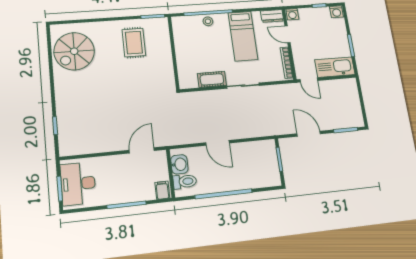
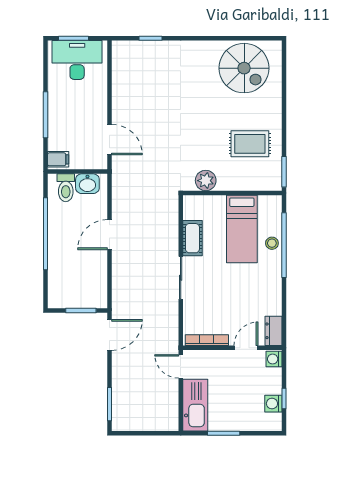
washing machine: (336, 12) -> (273, 404), moved
bed: (243, 36) -> (242, 229), moved, turned -90
spiral stairs: (74, 51) -> (244, 68), turned 180
plant: (166, 73) -> (206, 181), added
door: (309, 80) -> (181, 366), hinge flipped
door: (309, 134) -> (110, 335), moved

